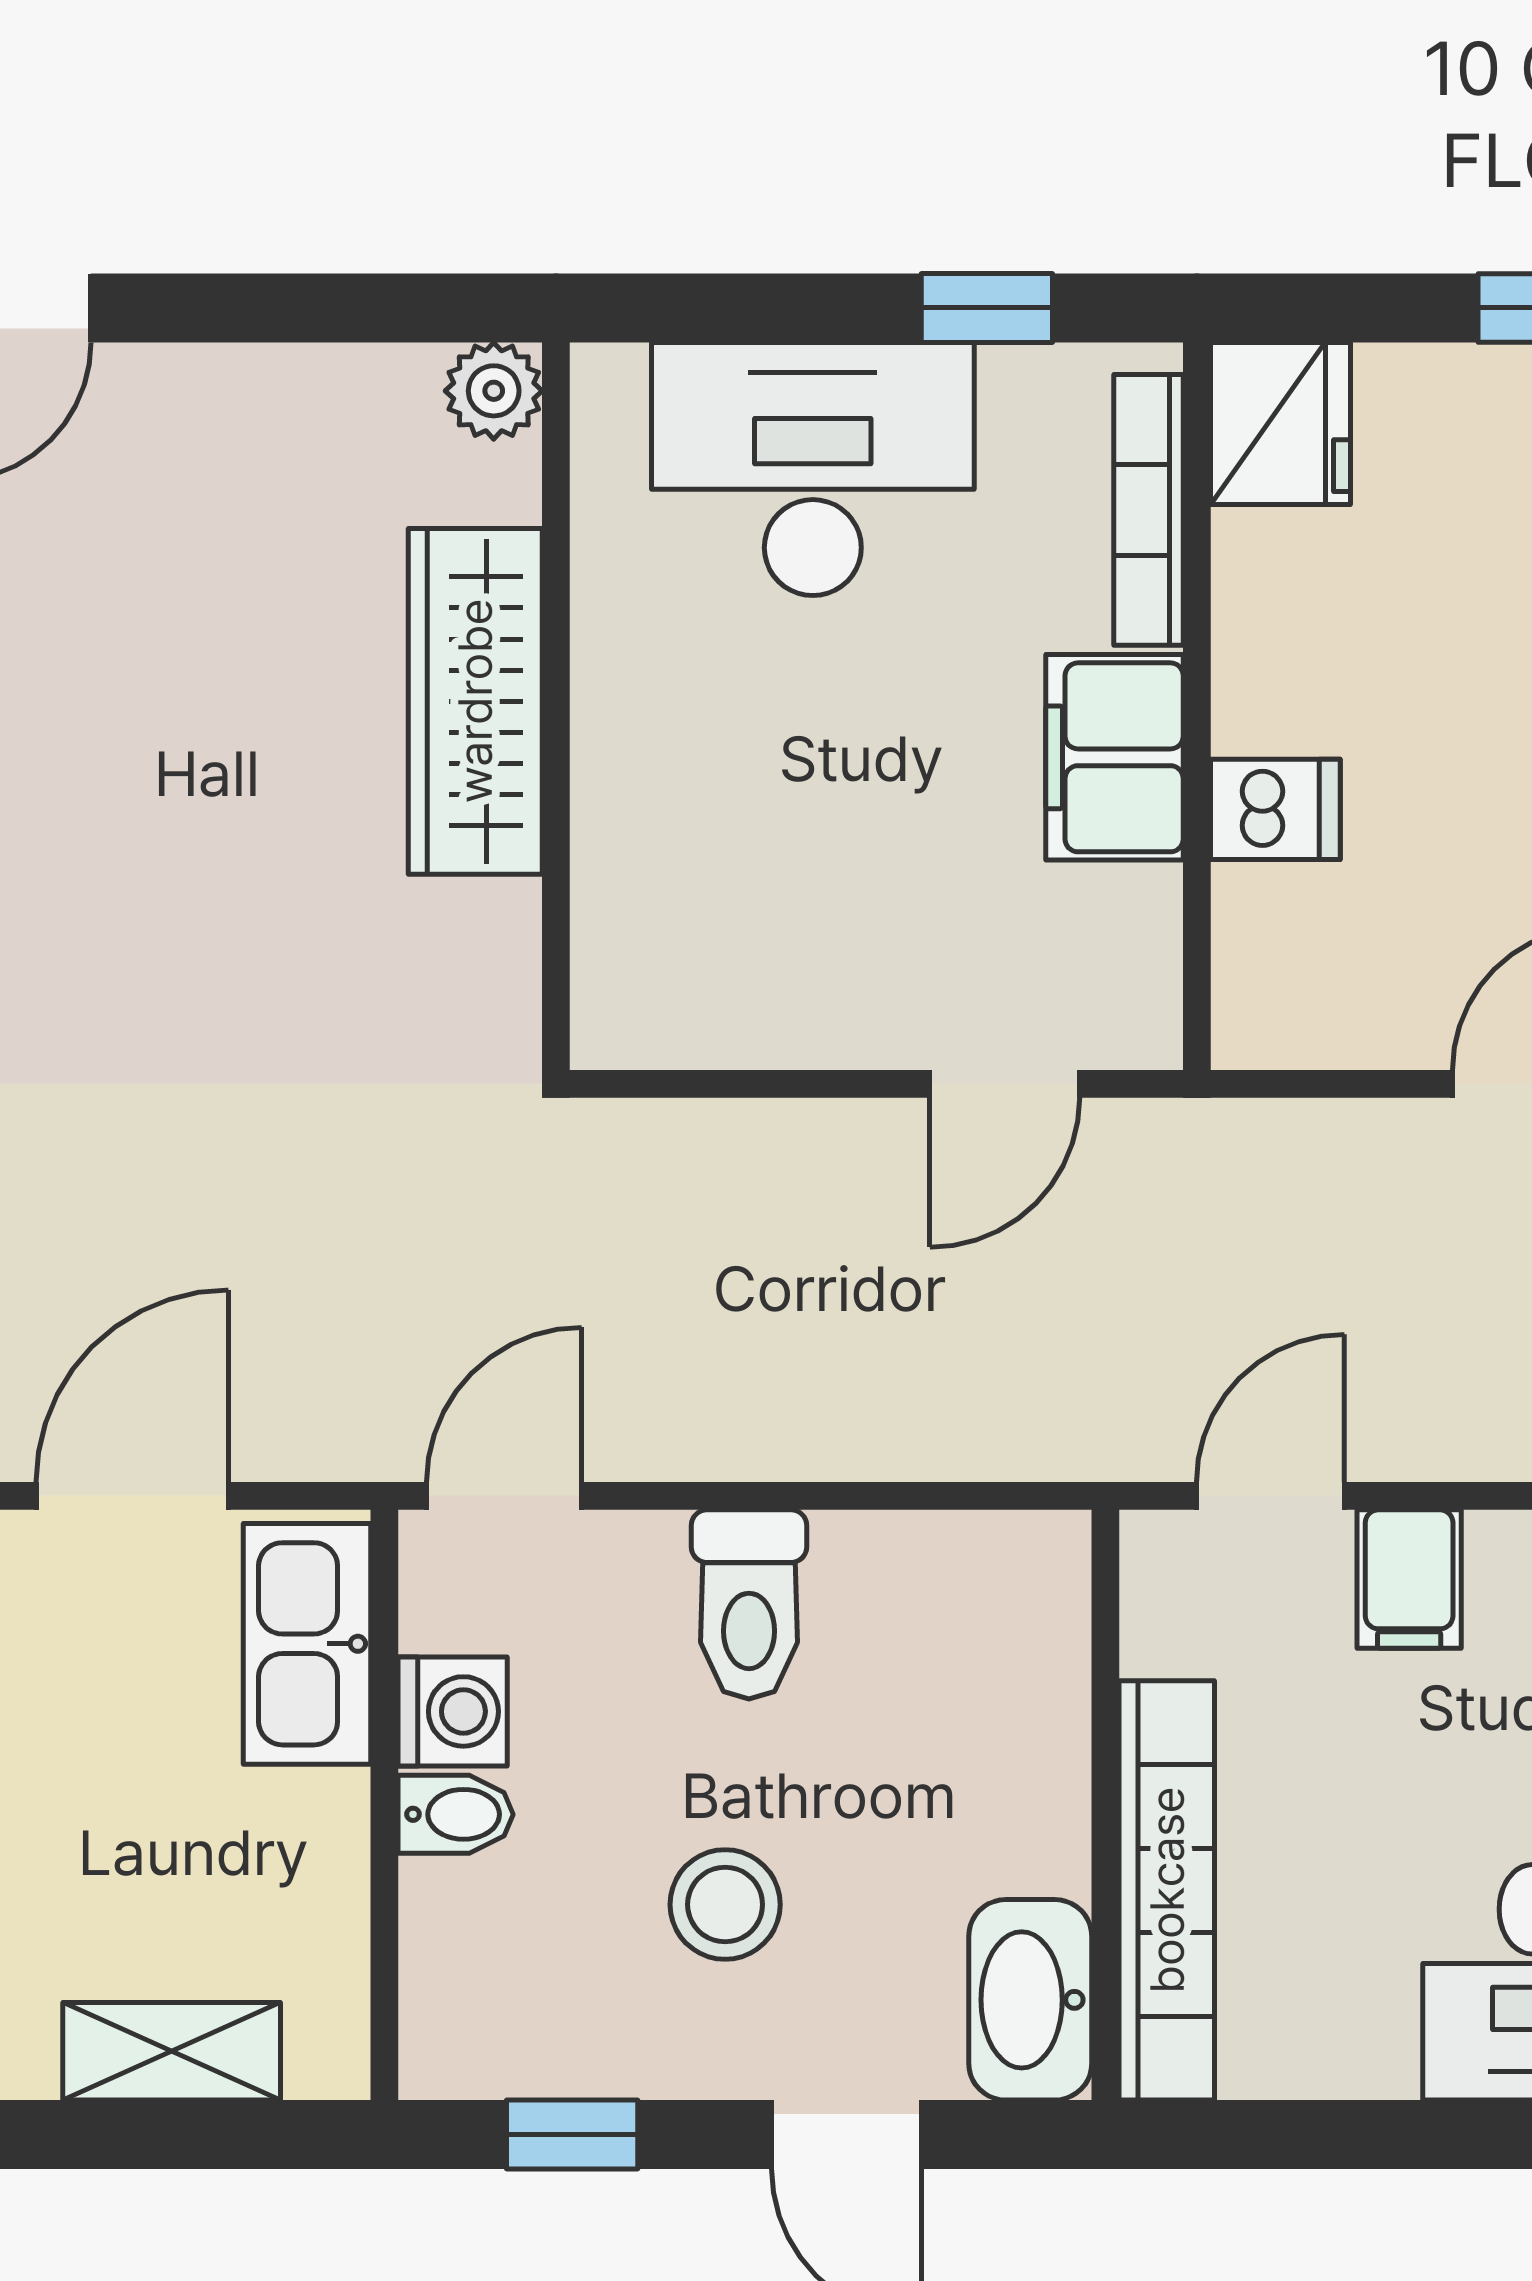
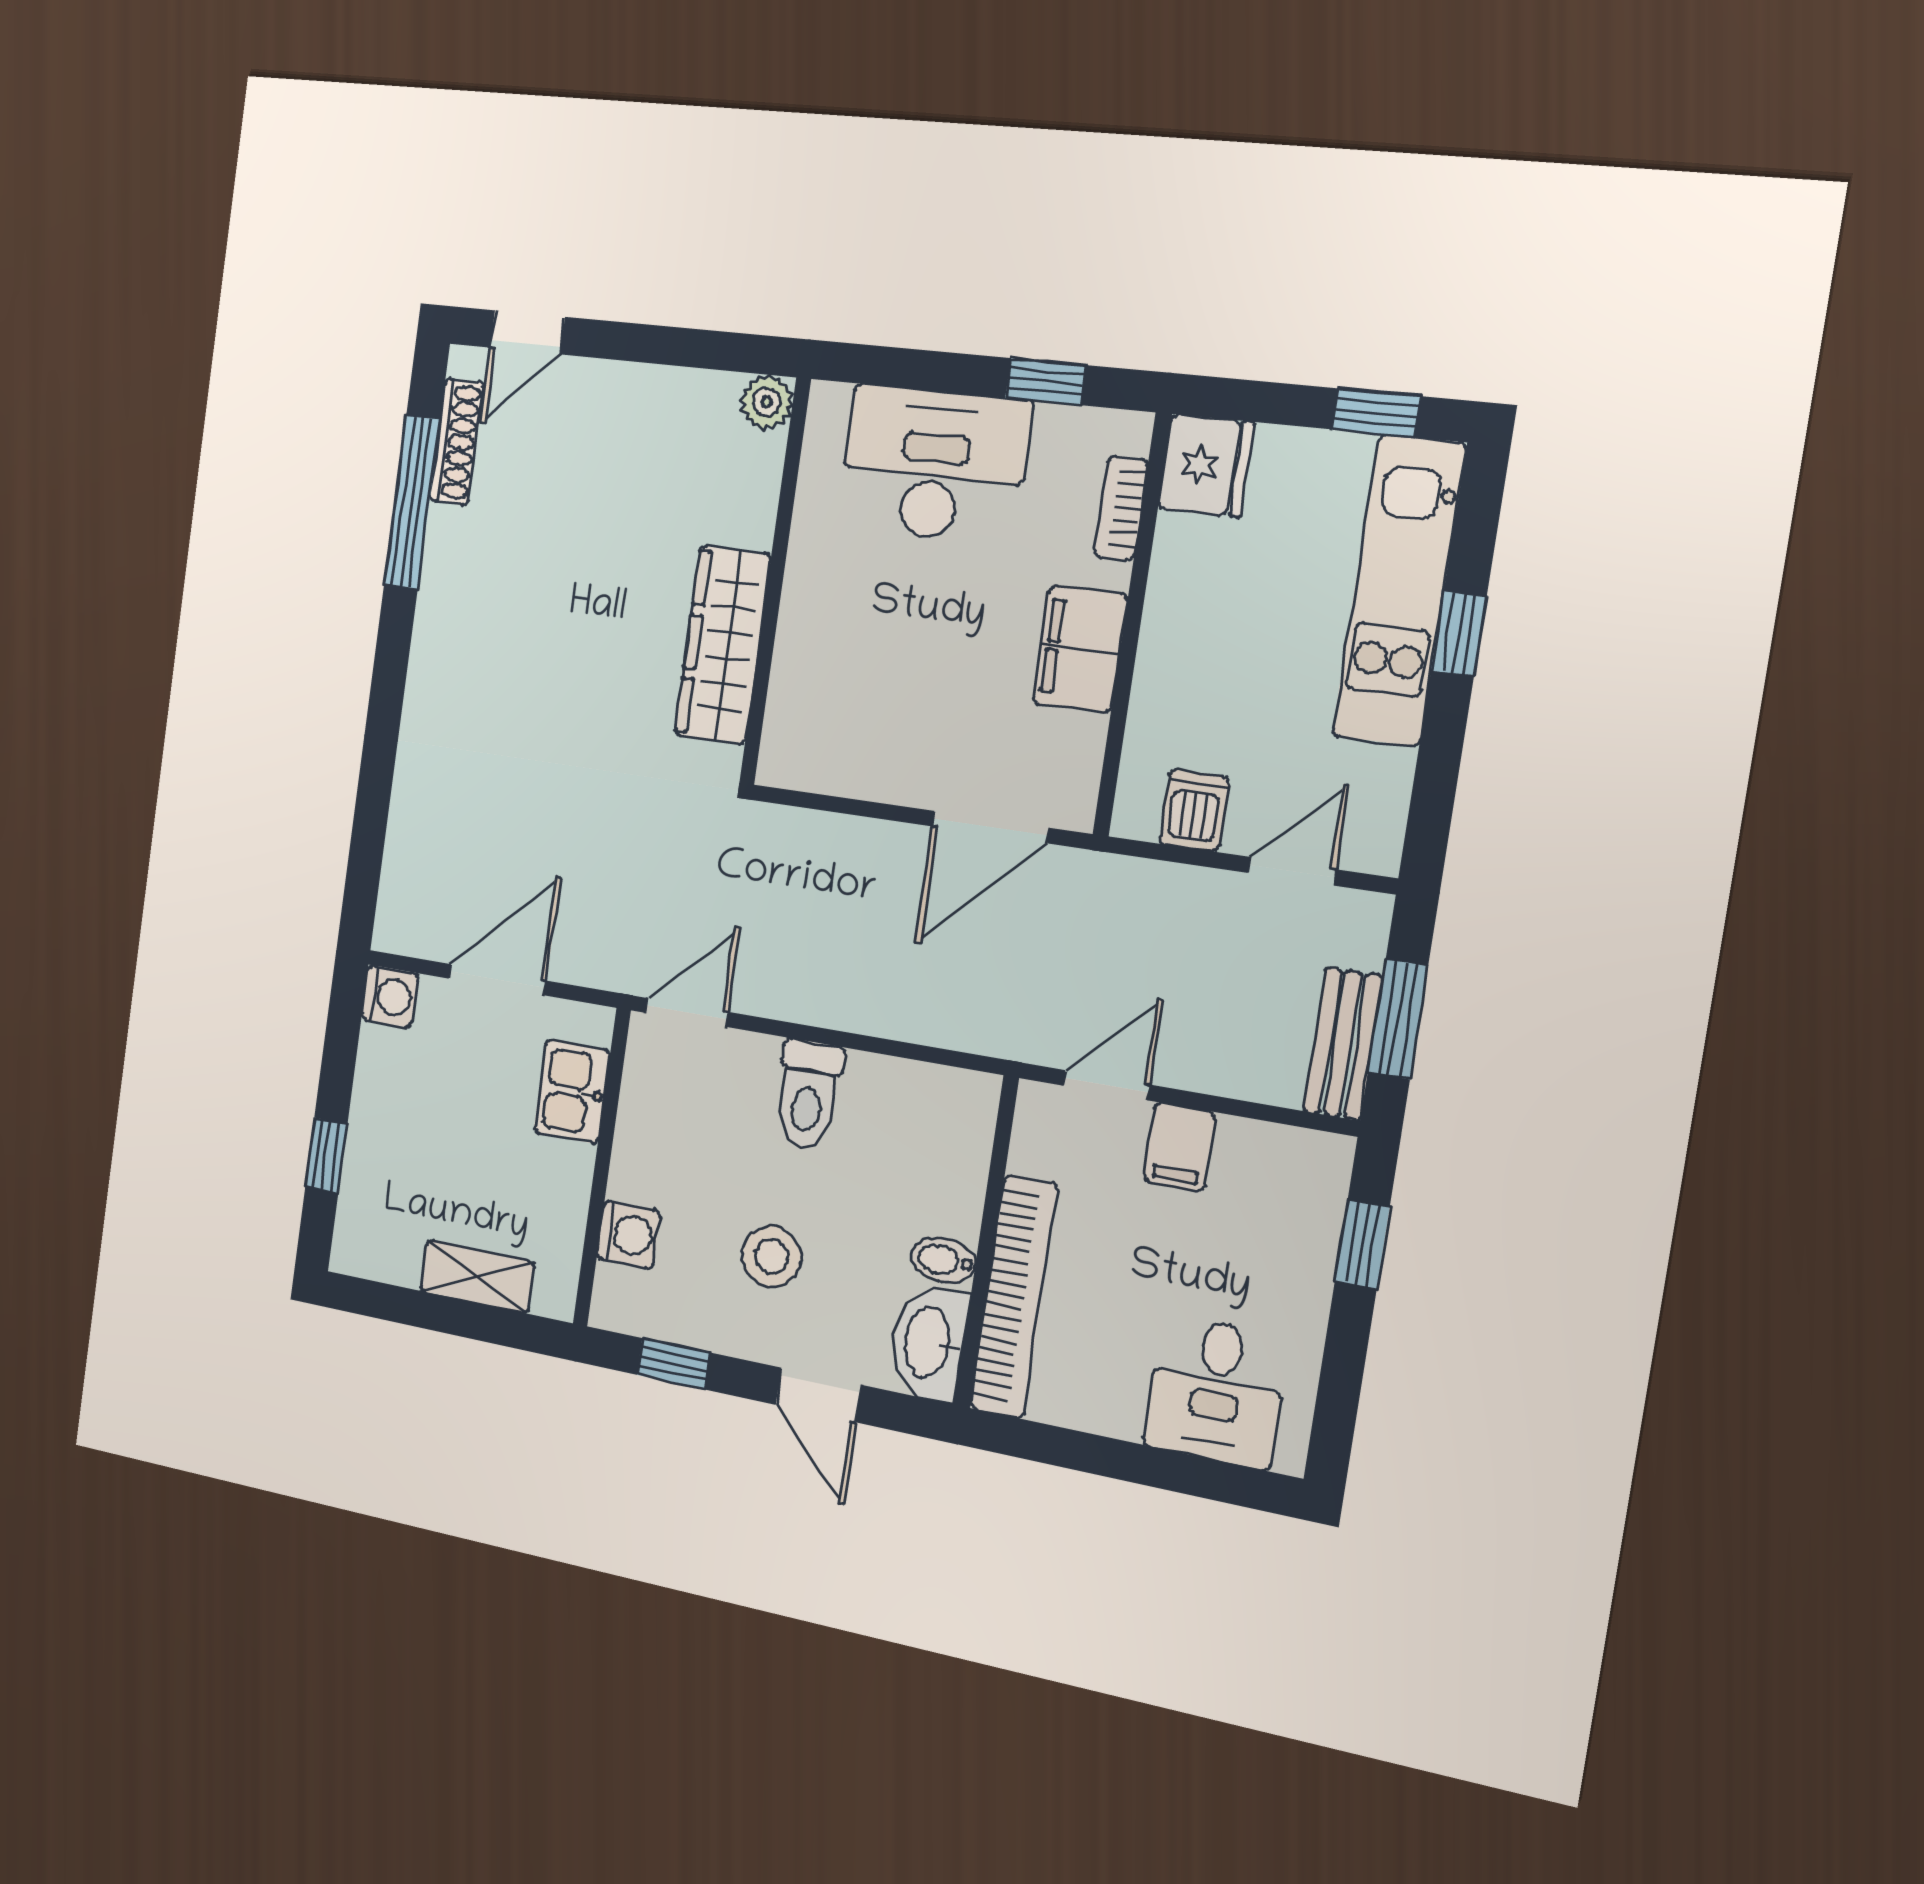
bookcase: (1148, 510) -> (1121, 508), width x0.64
wardrobe: (475, 701) -> (723, 645), moved
dishwasher: (1275, 809) -> (1194, 810), moved, turned -90
door: (1005, 1084) -> (990, 827), width x1.38
kitchen sink: (307, 1644) -> (572, 1092), width x0.73
washing machine: (453, 1711) -> (628, 1235), moved
bidet: (456, 1814) -> (943, 1260), moved, turned 180

